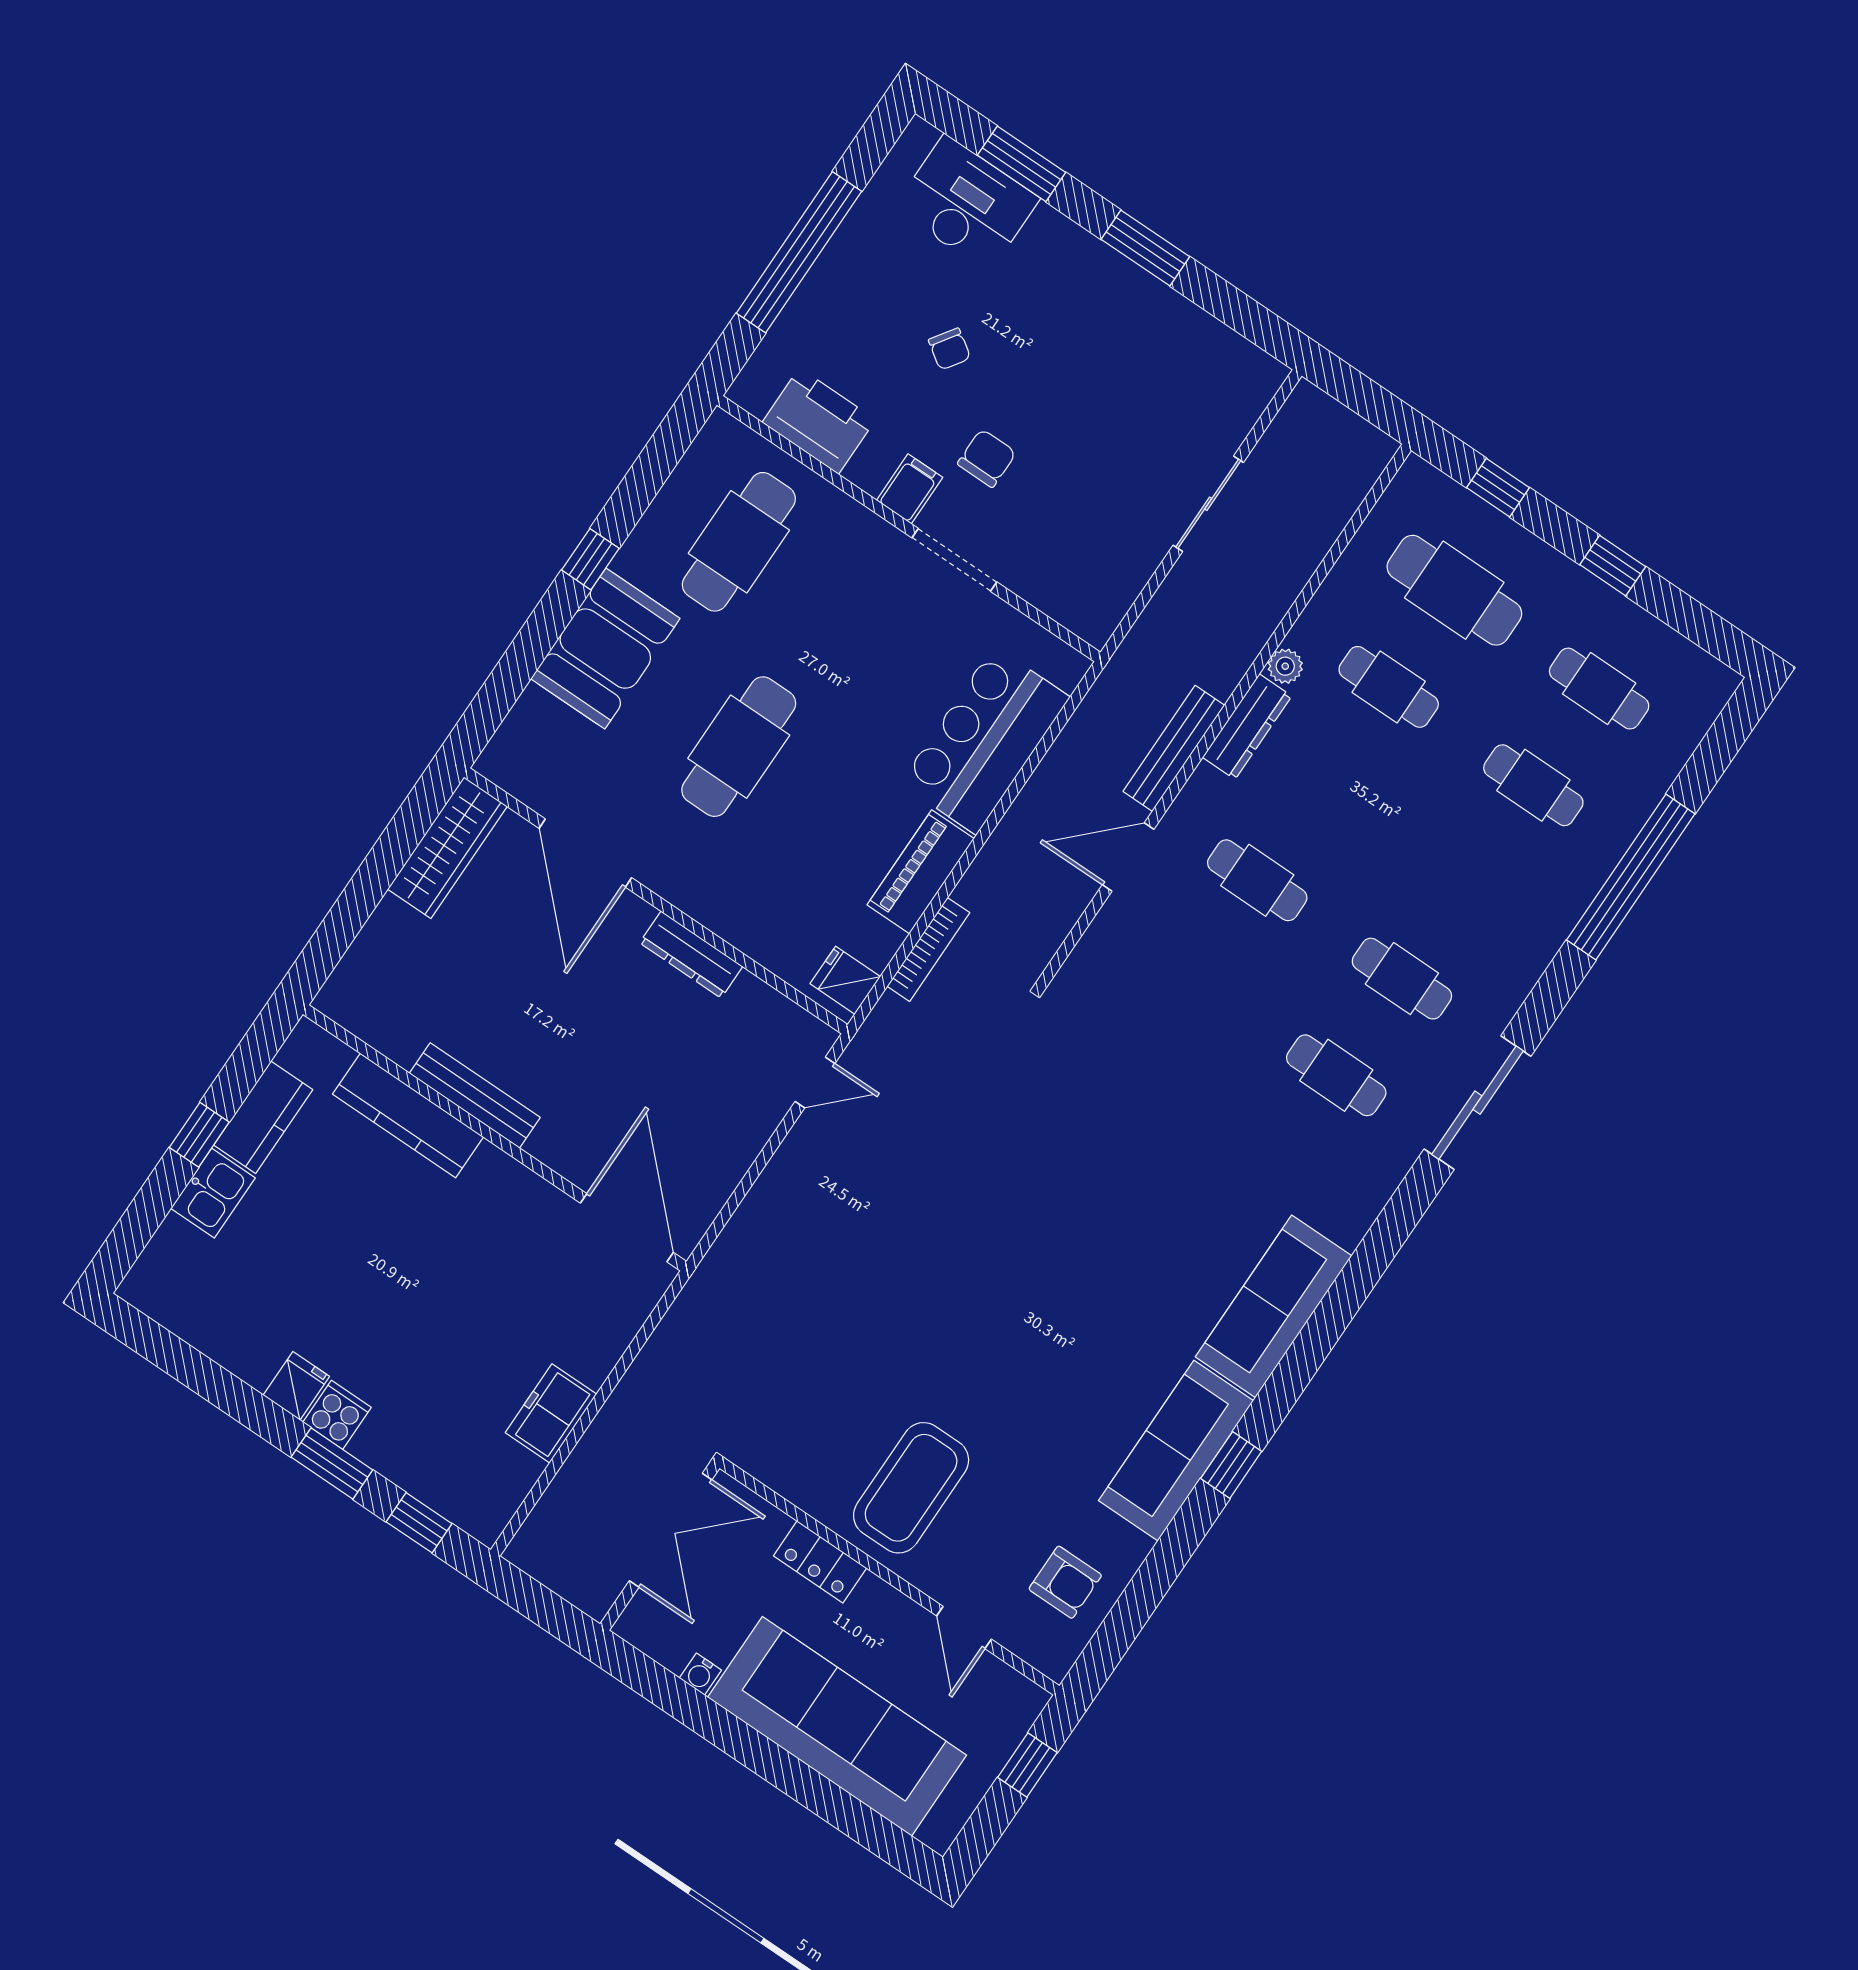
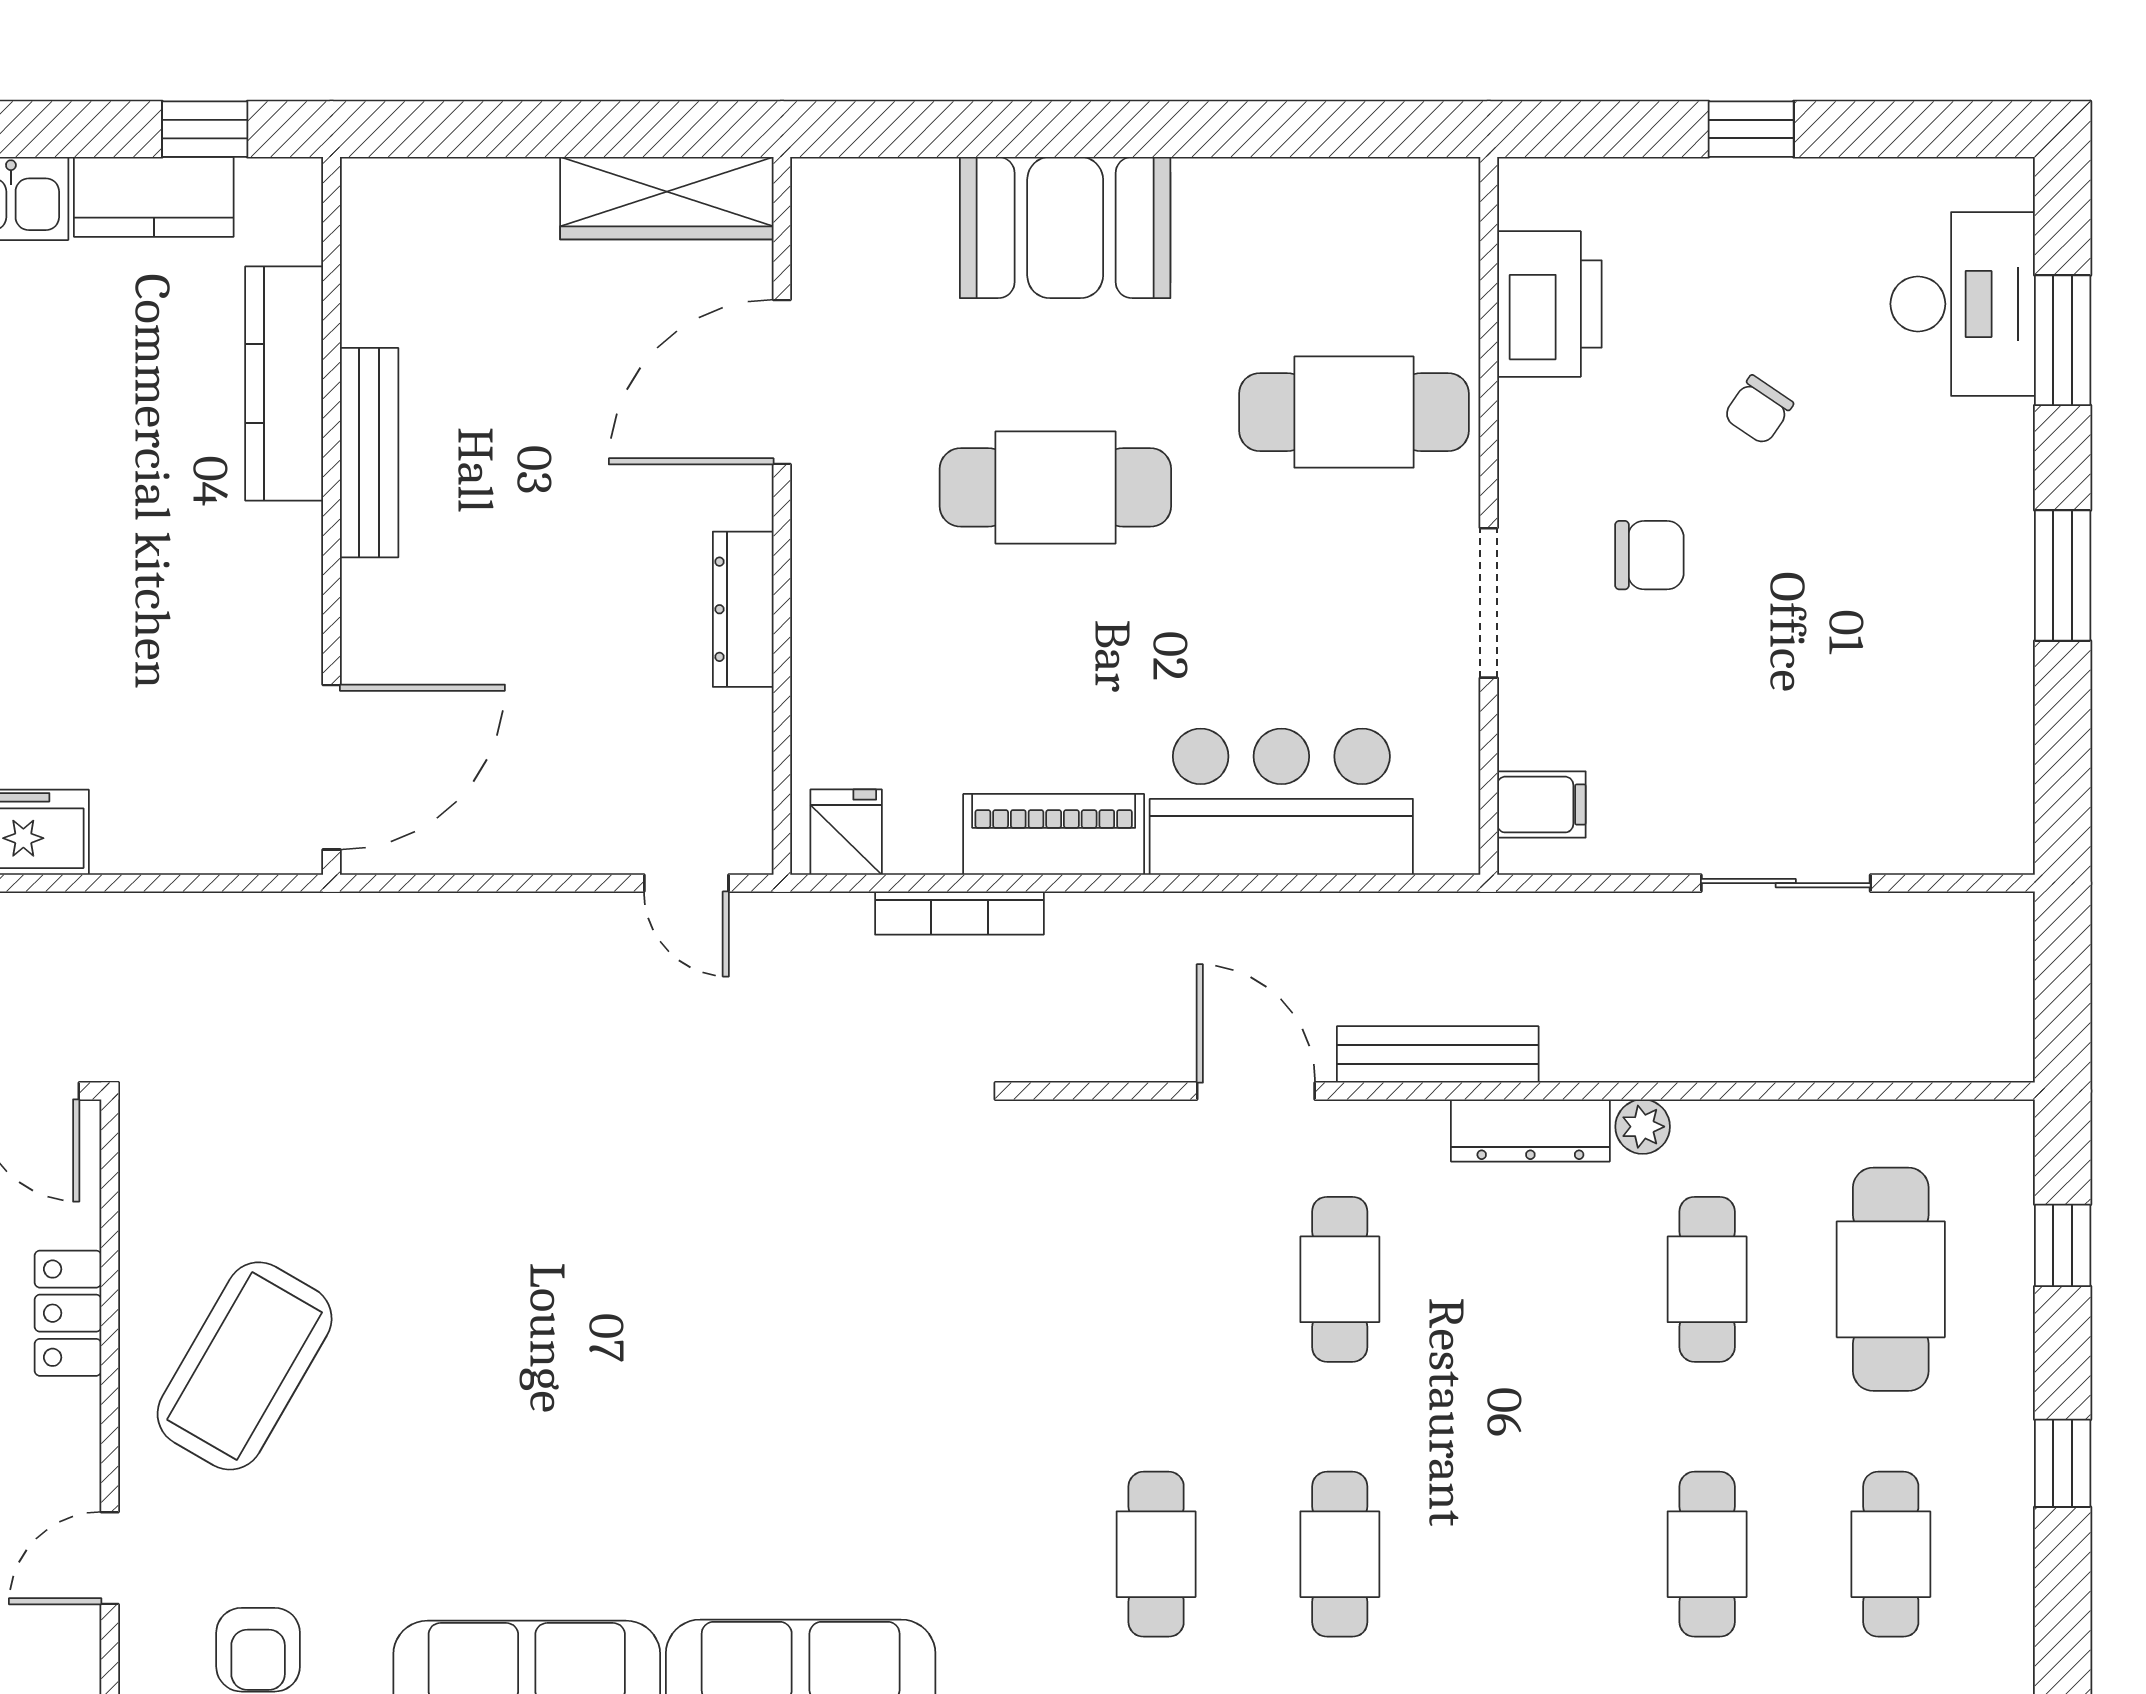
window: (799, 252) -> (1751, 129), width x0.32
filing cabinet: (910, 489) -> (1541, 805), moved
cafe table: (739, 542) -> (1354, 412), moved
window: (590, 559) -> (1168, 129), removed
window: (199, 1135) -> (205, 129), moved
coffee table: (911, 1488) -> (245, 1366), turned -60

